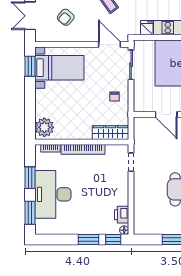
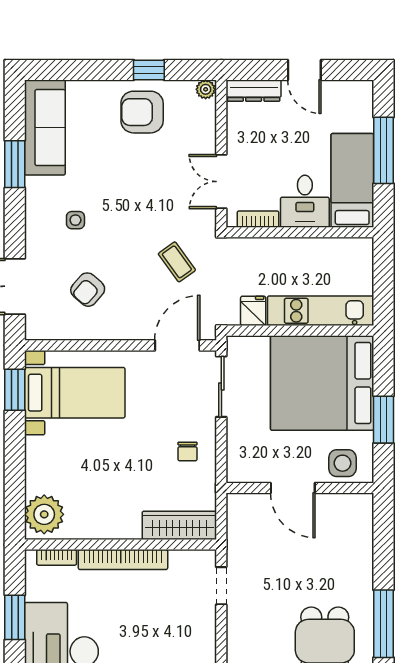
door: (110, 45) -> (177, 345), hinge flipped

